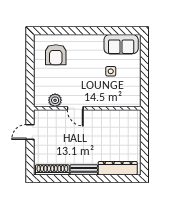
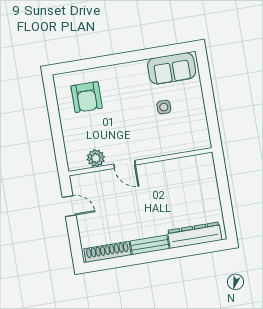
door: (30, 132) -> (69, 206), swing flipped

